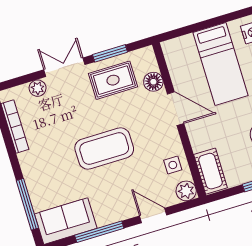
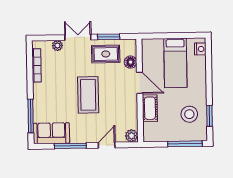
coffee table: (104, 149) -> (88, 95), turned 90
side table: (173, 165) -> (128, 117), removed
cot: (211, 171) -> (150, 108), moved
door: (153, 215) -> (107, 145), hinge flipped

